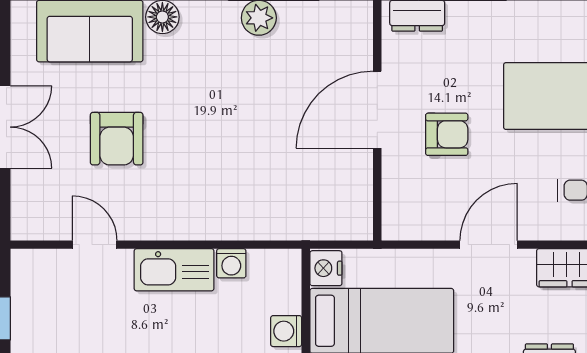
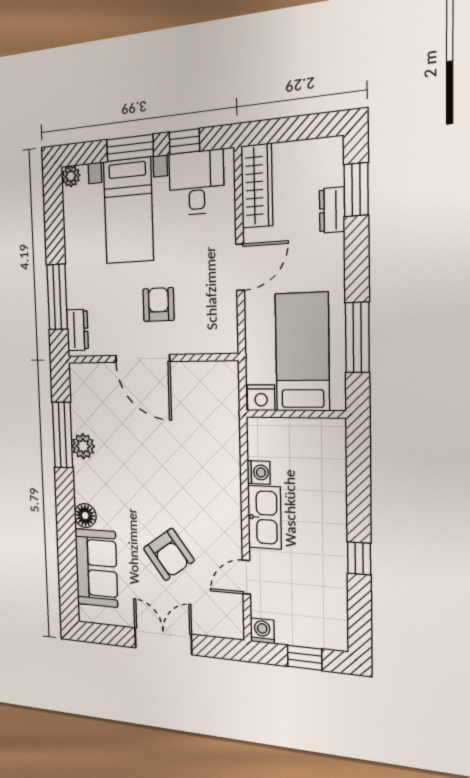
armchair: (117, 139) -> (169, 554), turned 54
door: (488, 245) -> (240, 267), swing flipped
washing machine: (286, 331) -> (262, 631), moved, turned 180

